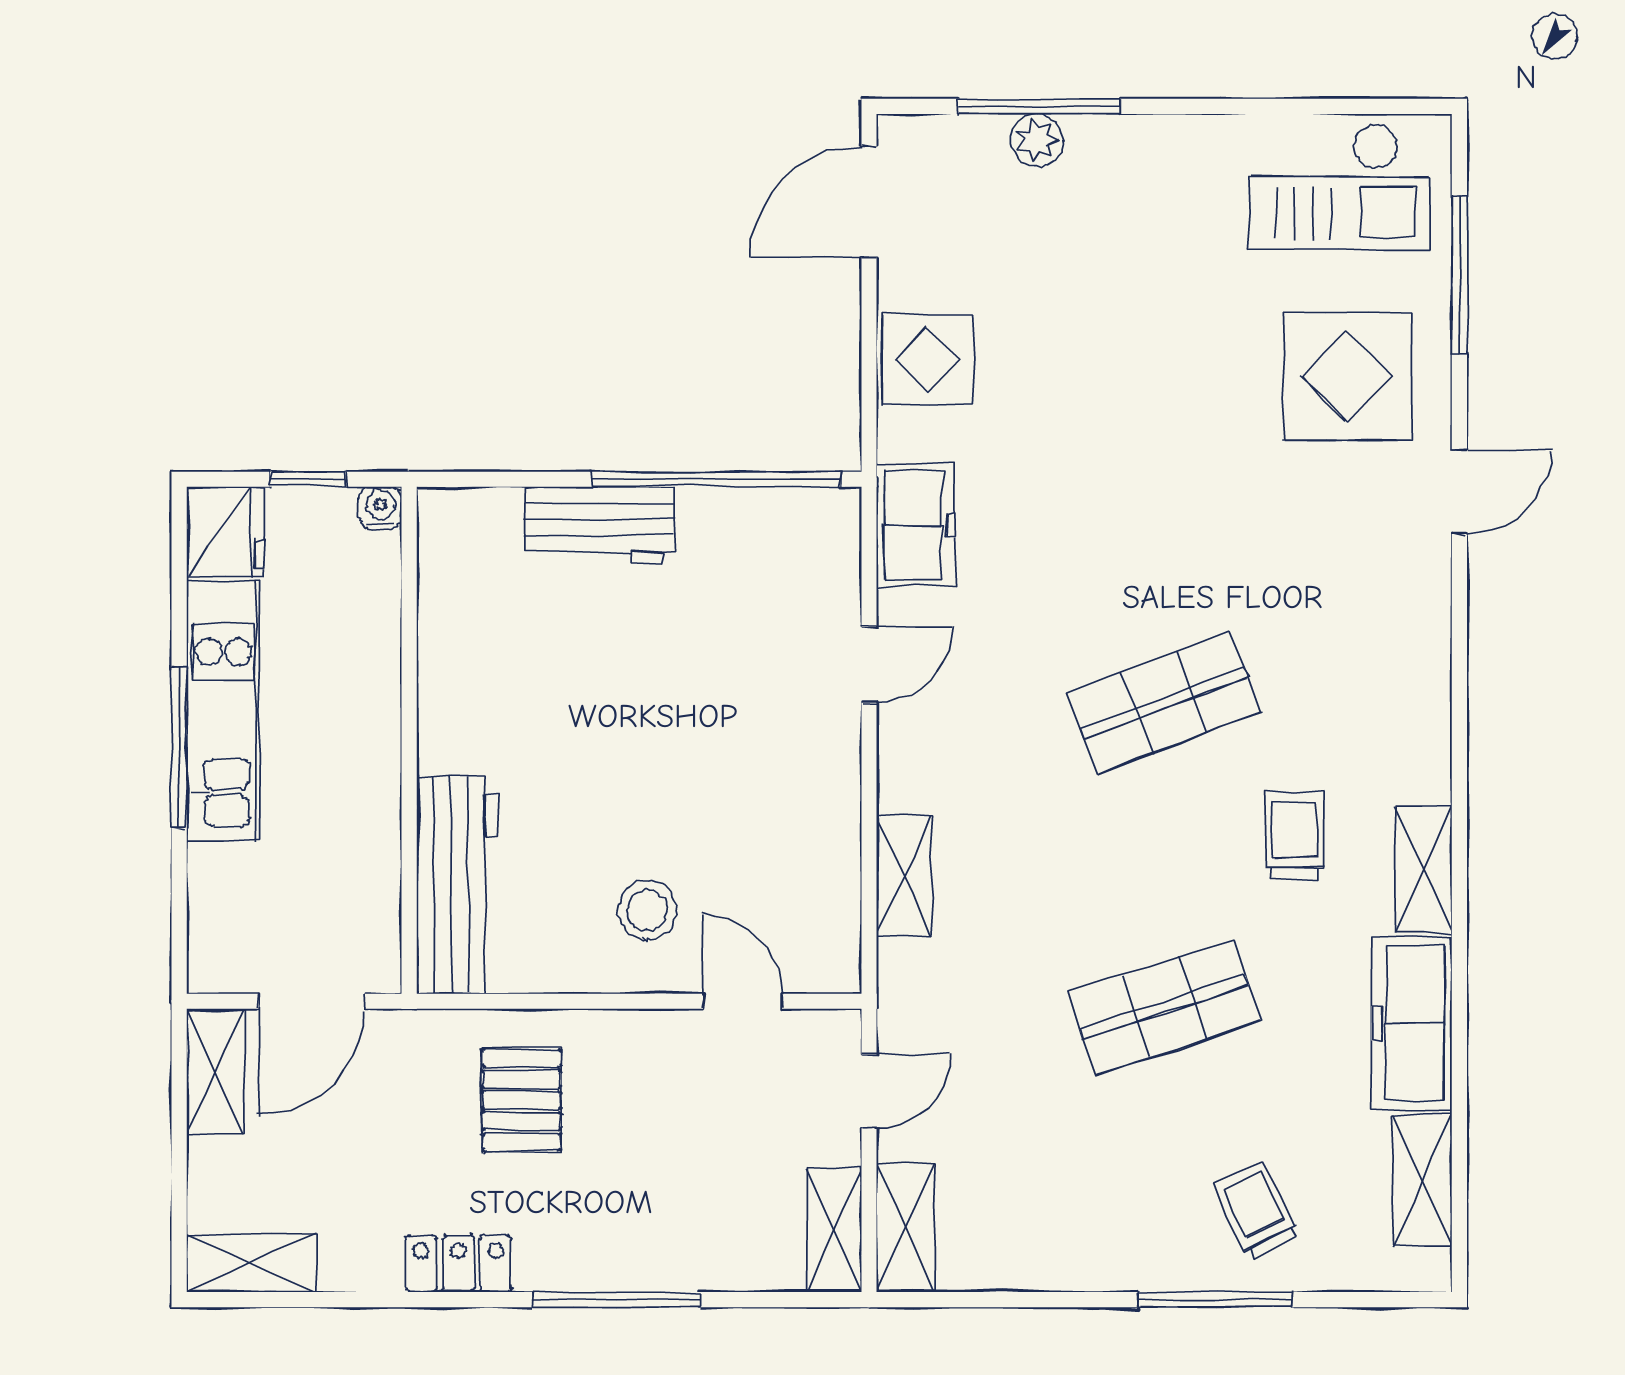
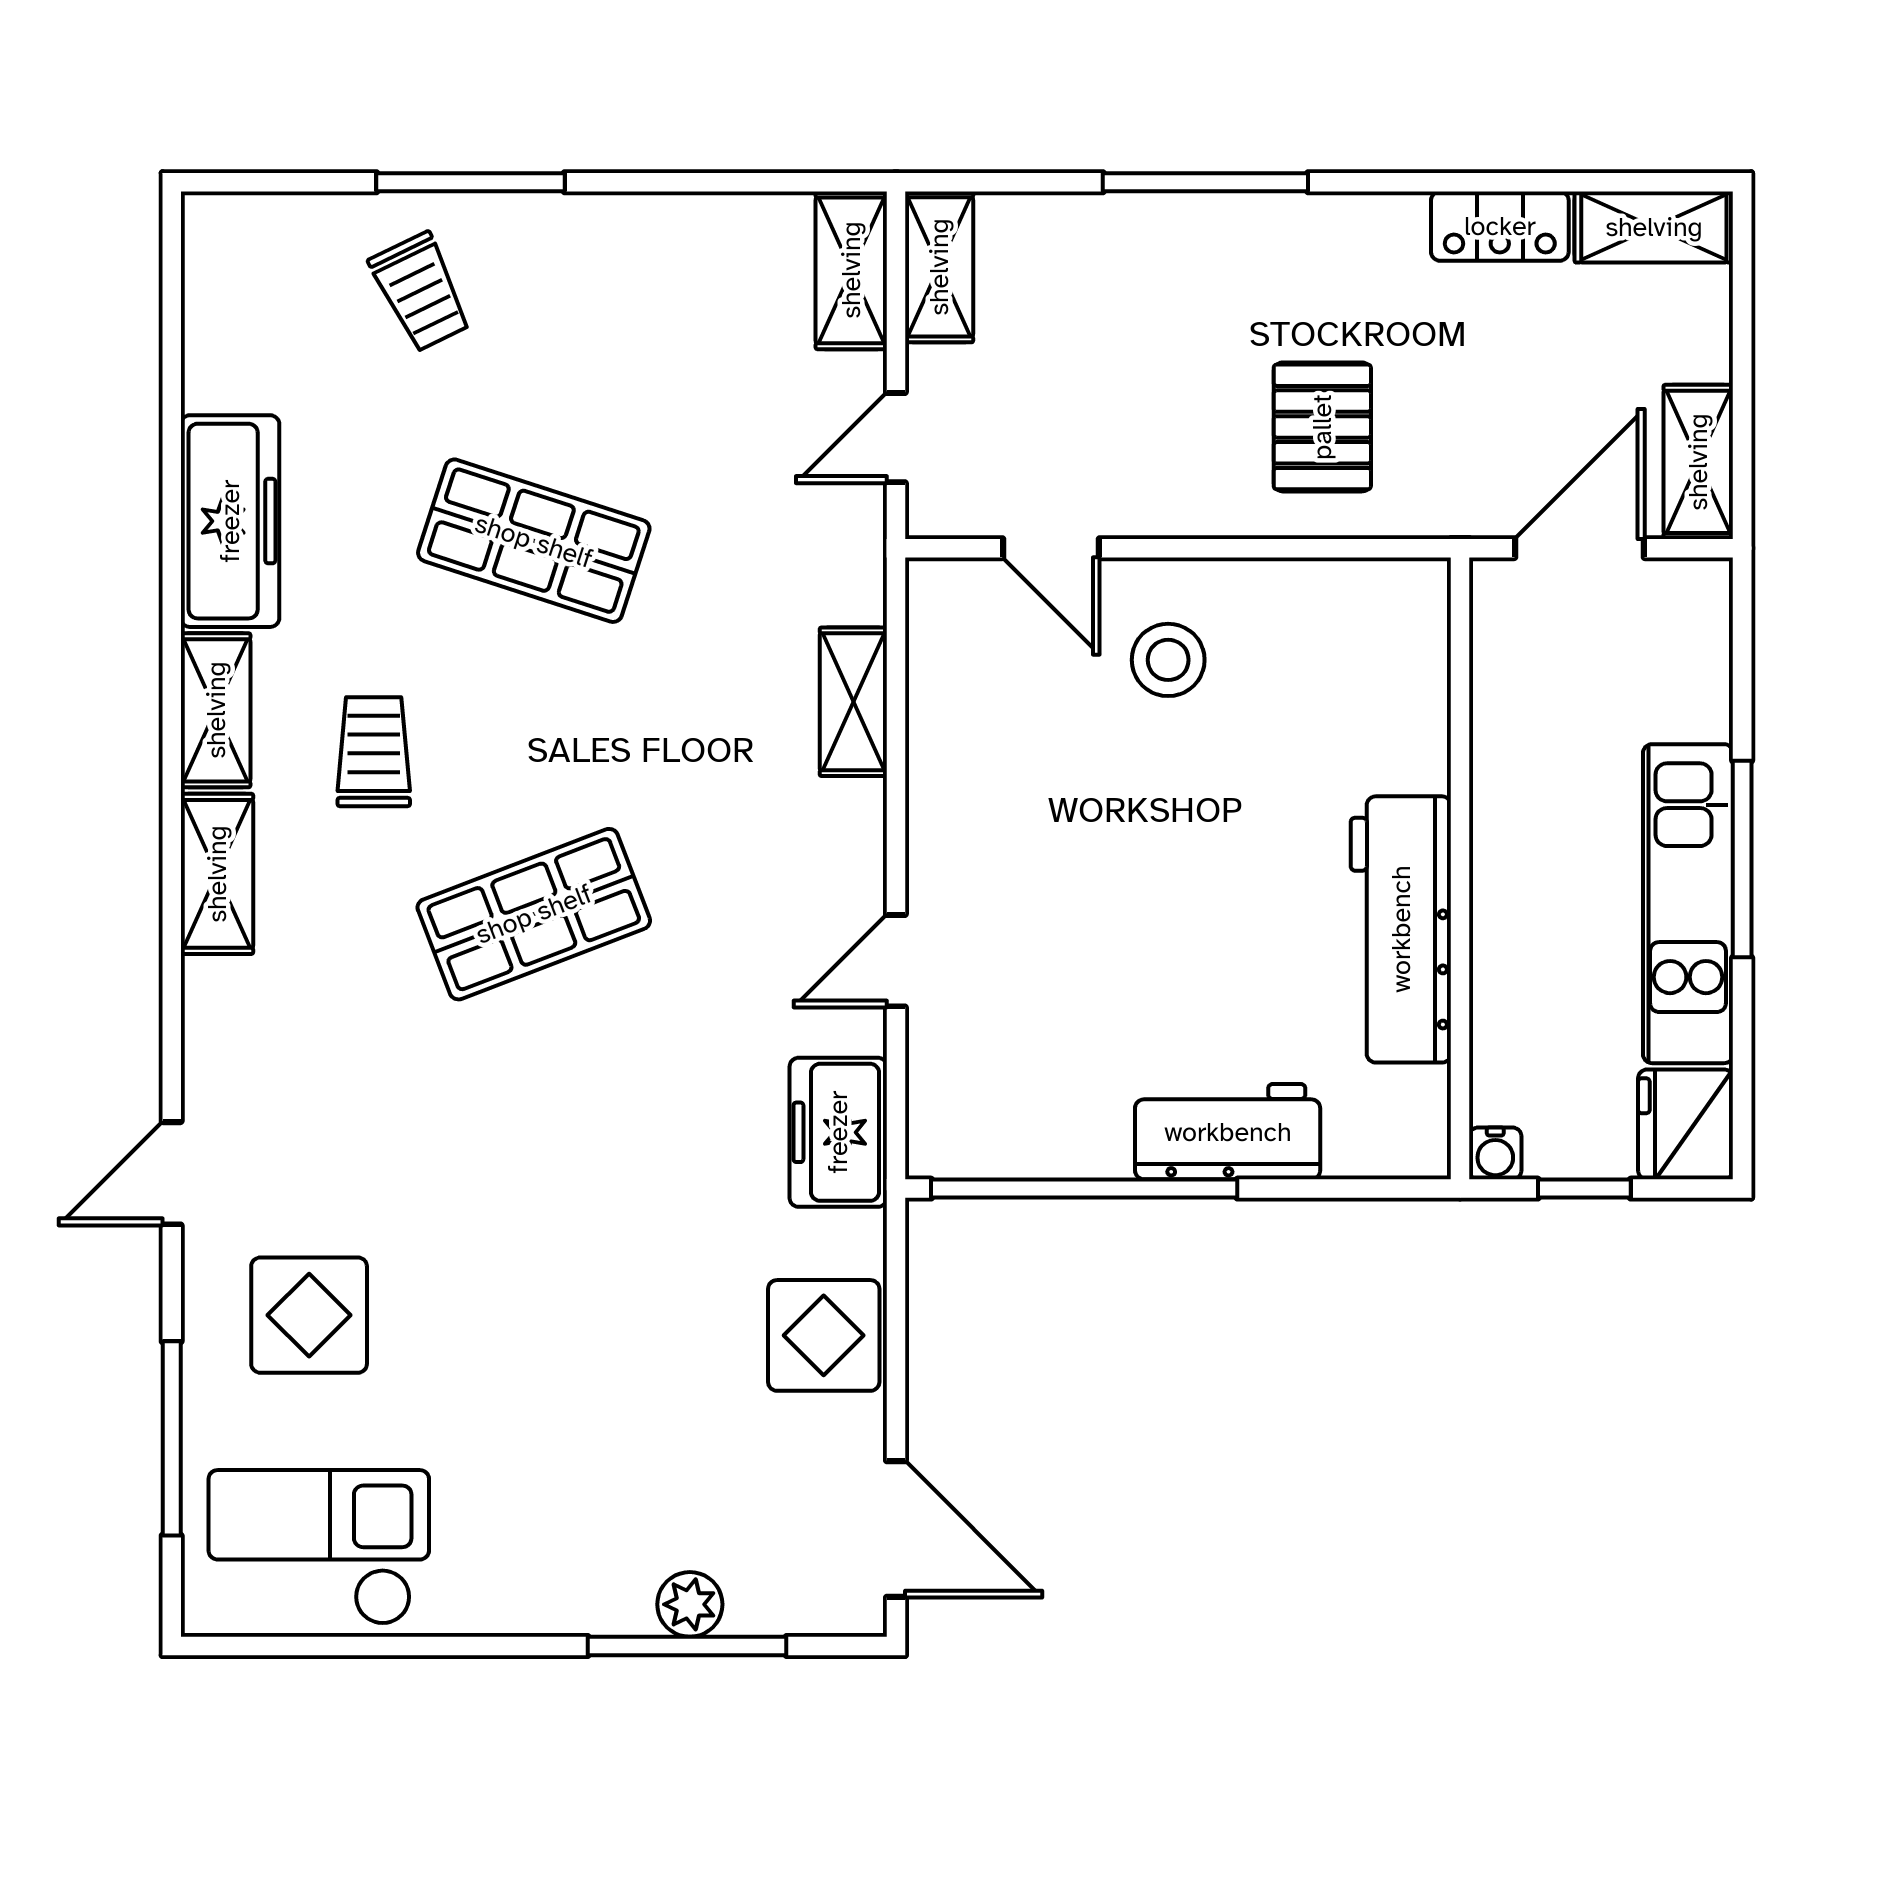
door: (869, 202) -> (896, 1529), hinge flipped
display table: (1347, 376) -> (309, 1315), width x0.73, depth x0.73
trolley: (1295, 835) -> (374, 752), turned 180
workbench: (457, 885) -> (1401, 929), moved
shop shelf: (1164, 1007) -> (534, 541), turned 36
shelving: (1422, 1180) -> (217, 874), moved
locker: (458, 1264) -> (1500, 226), moved

